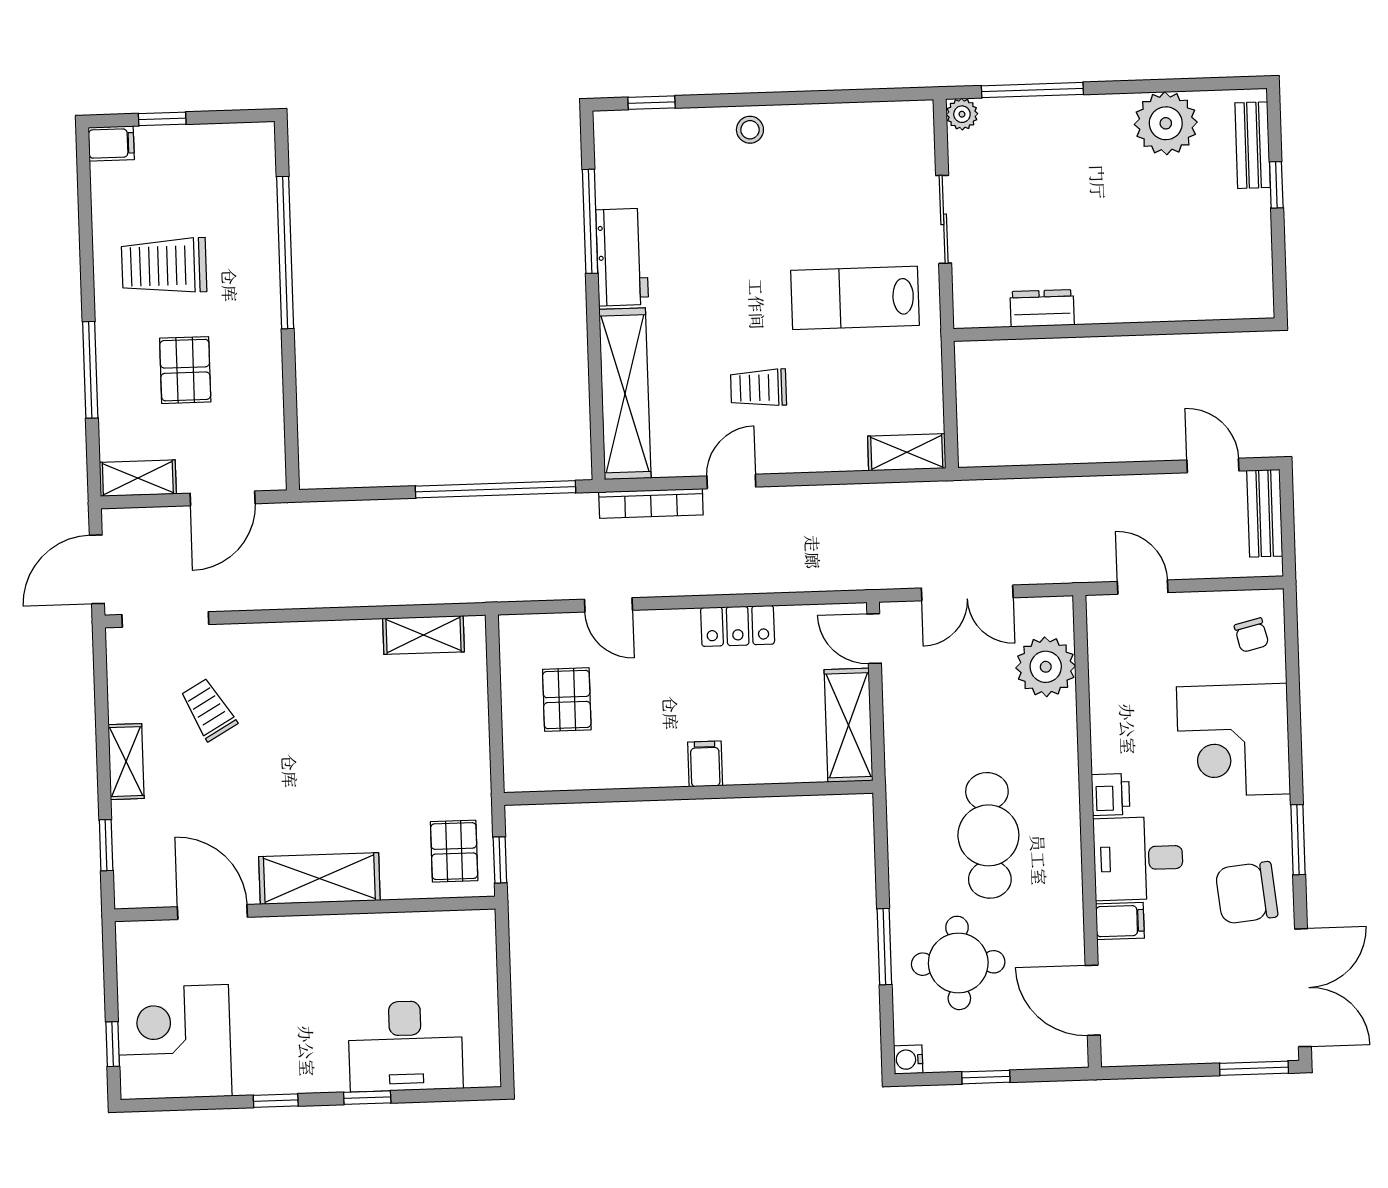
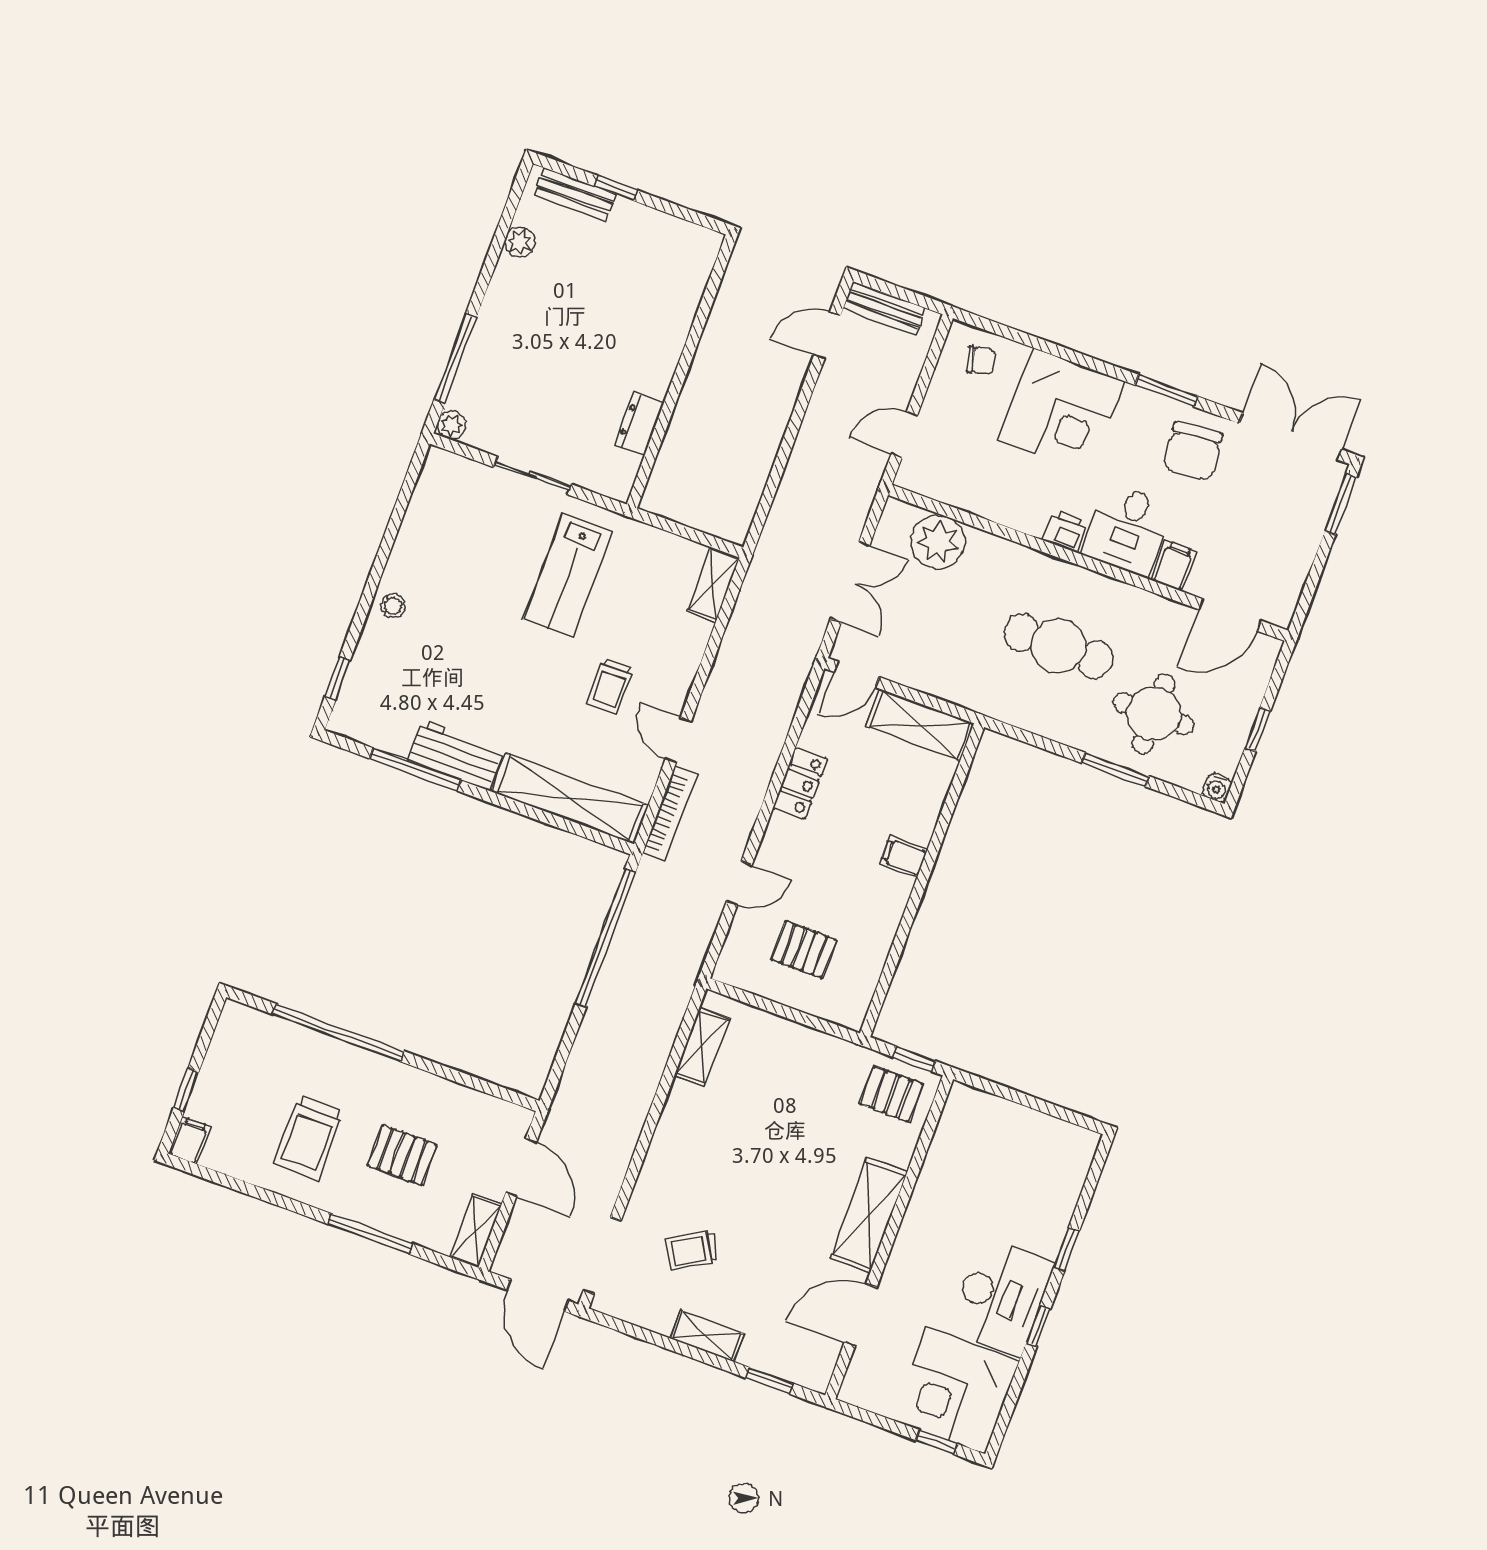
plant: (1166, 123) -> (520, 242), width x0.53, depth x0.53
desk: (405, 1046) -> (1001, 1297), moved

